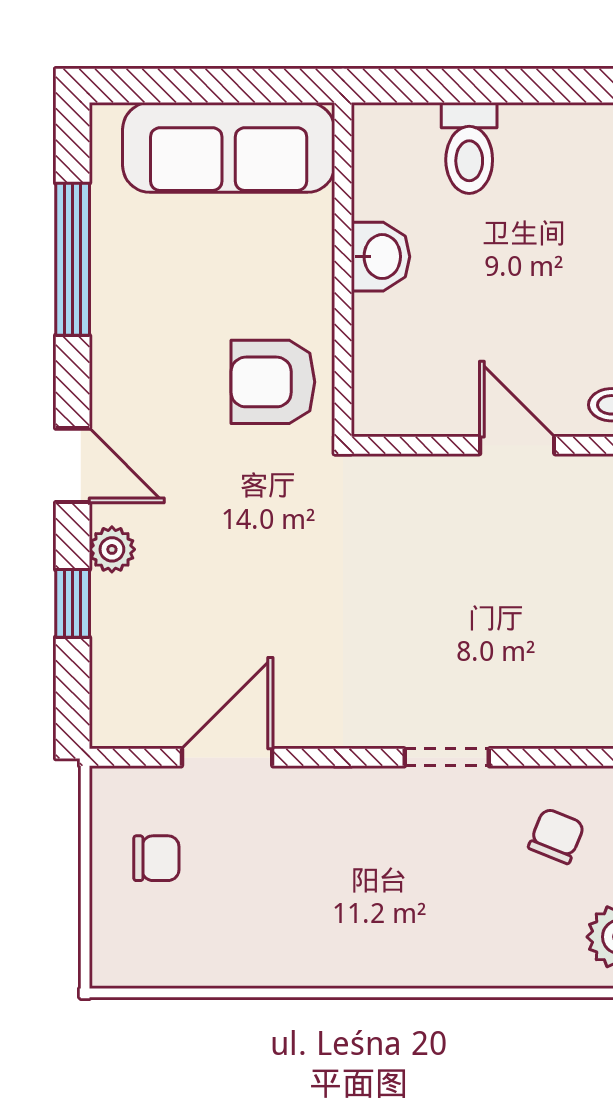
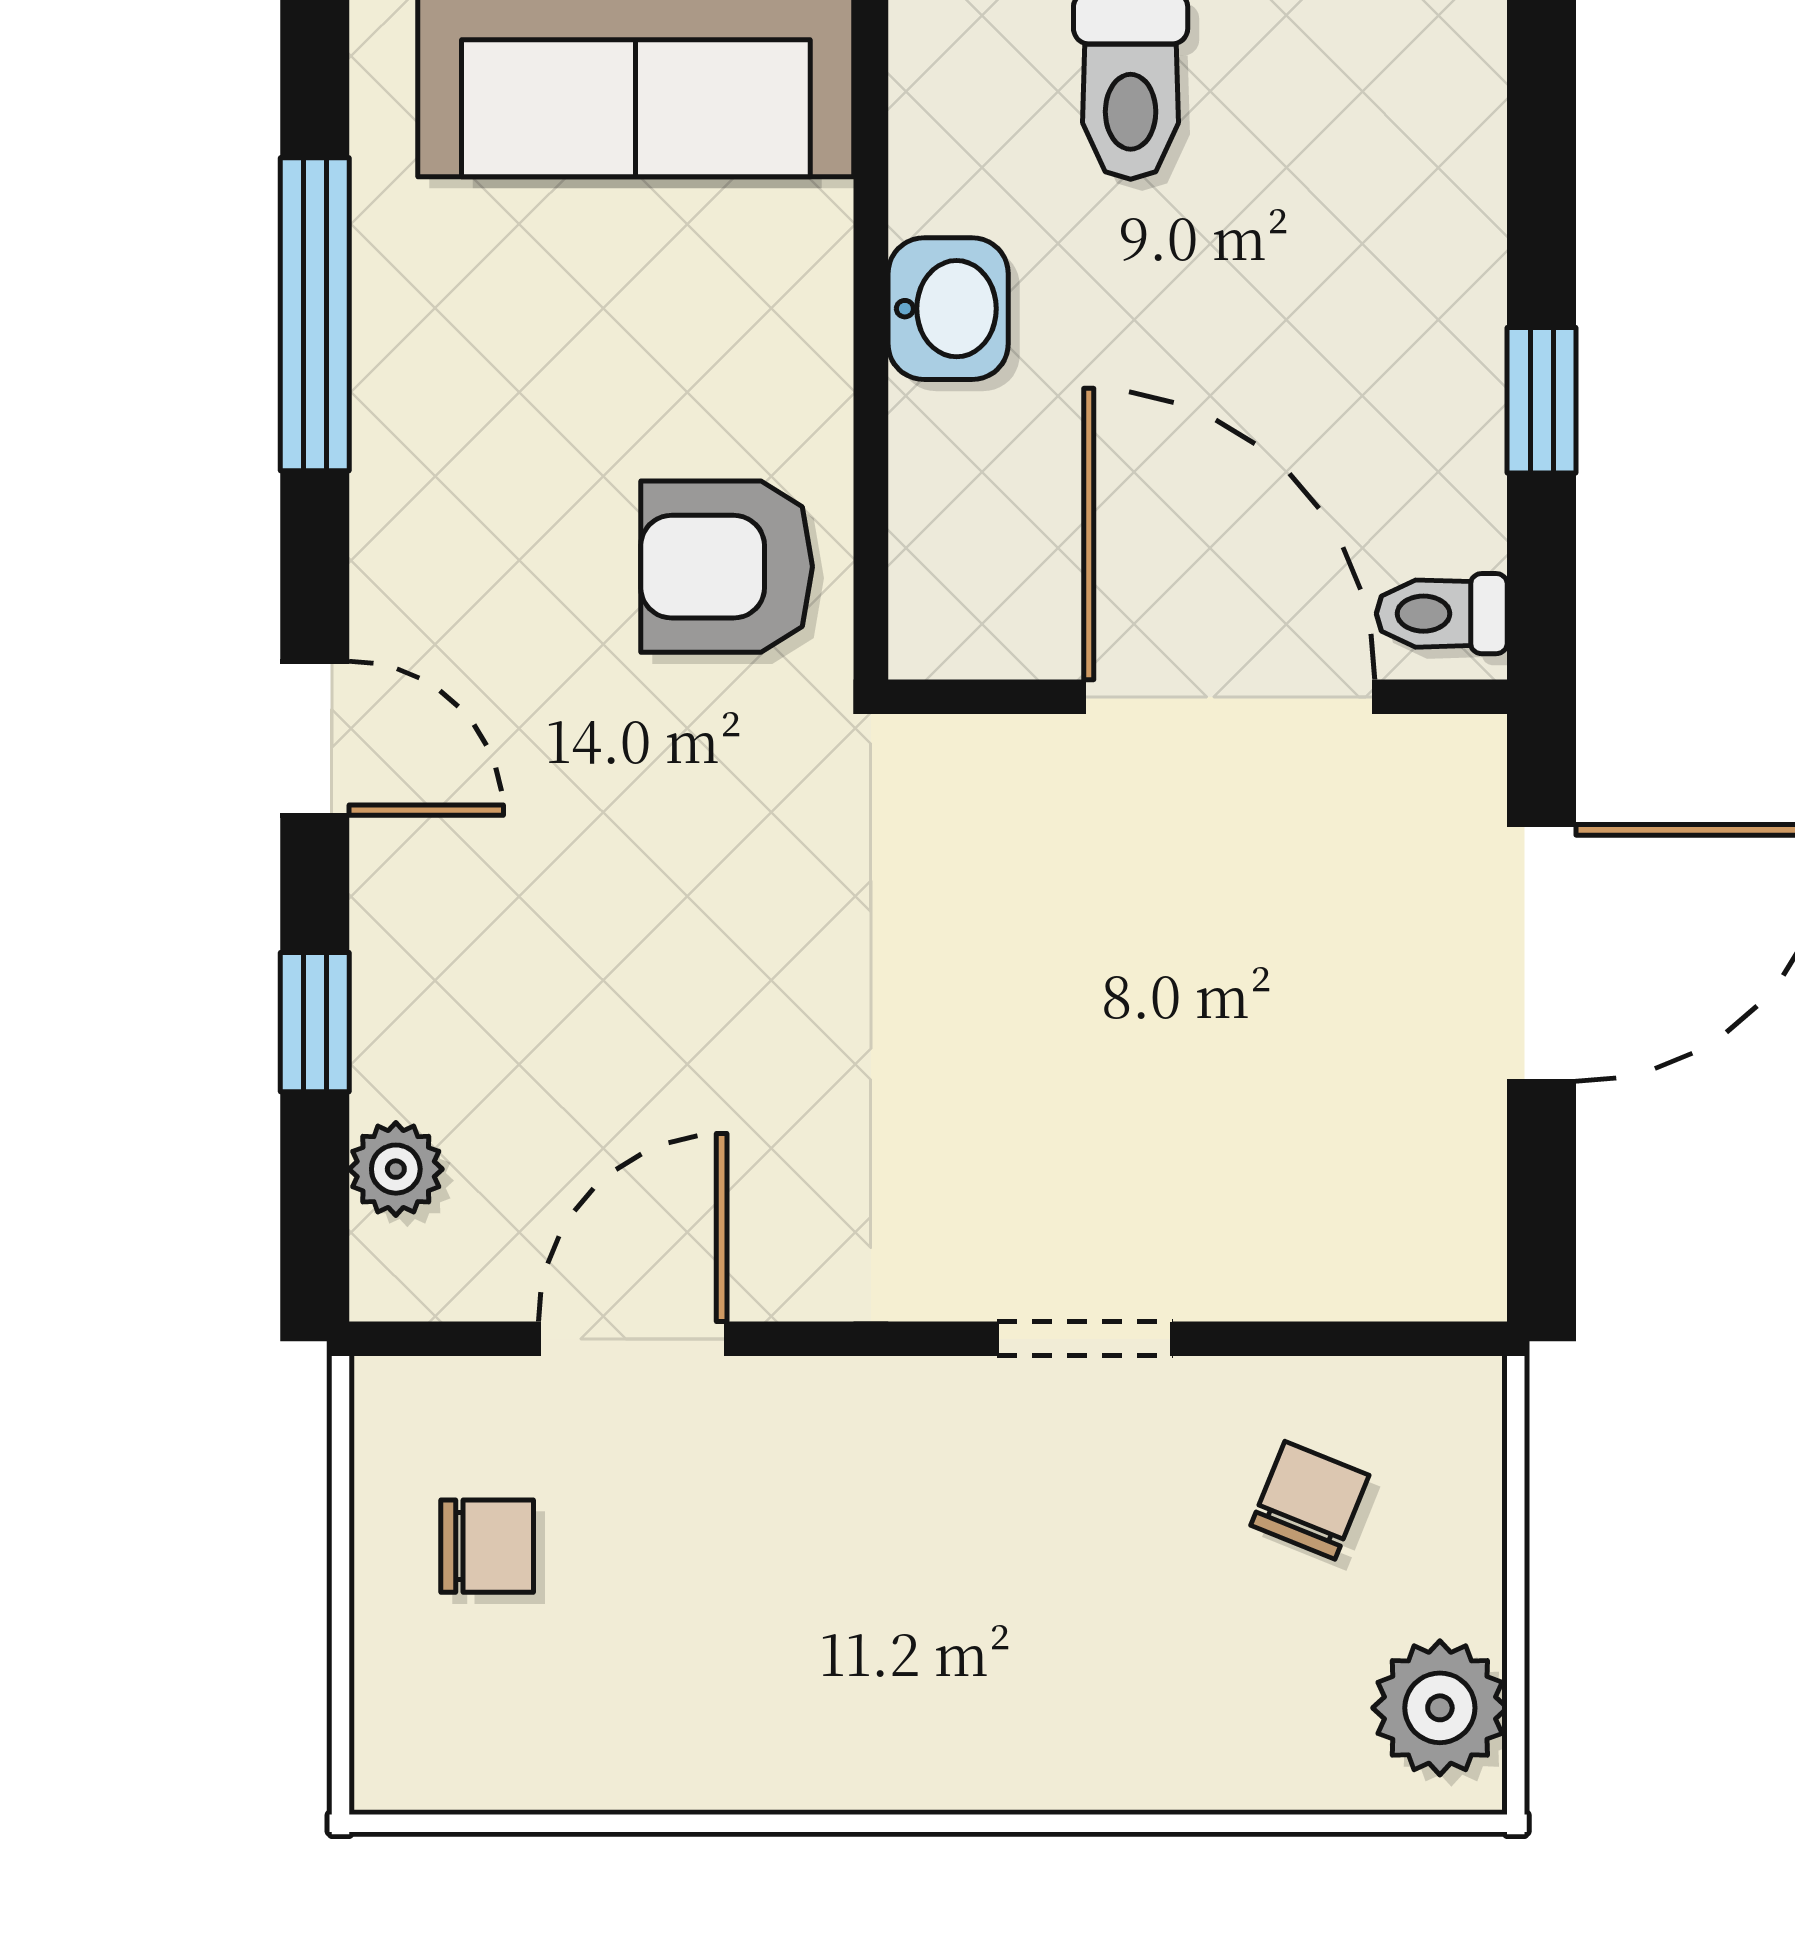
door: (517, 445) -> (1229, 697), width x1.88
plant: (112, 549) -> (396, 1169), moved

